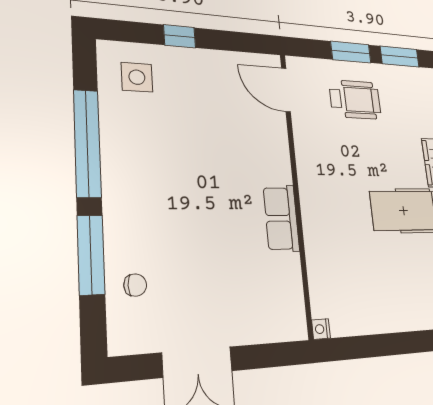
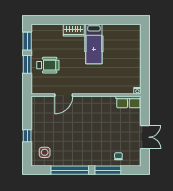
door: (286, 90) -> (64, 95), moved
wheelchair: (355, 100) -> (48, 65), turned 90
row of seats: (281, 218) -> (128, 102), moved

